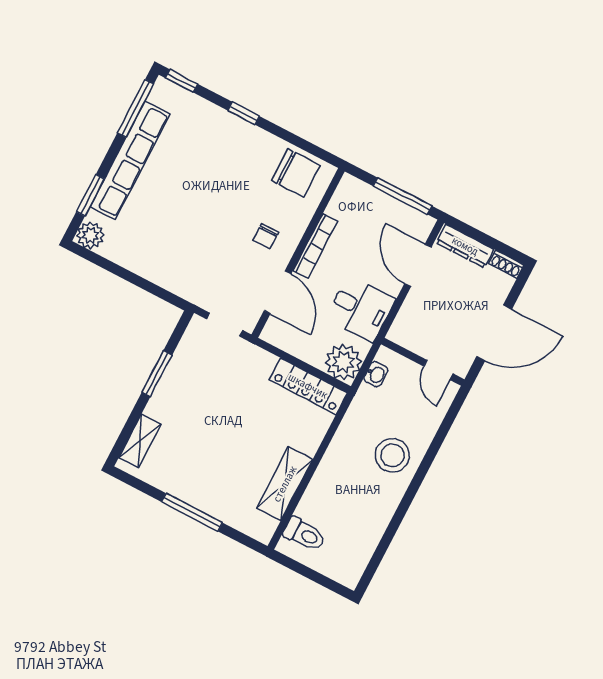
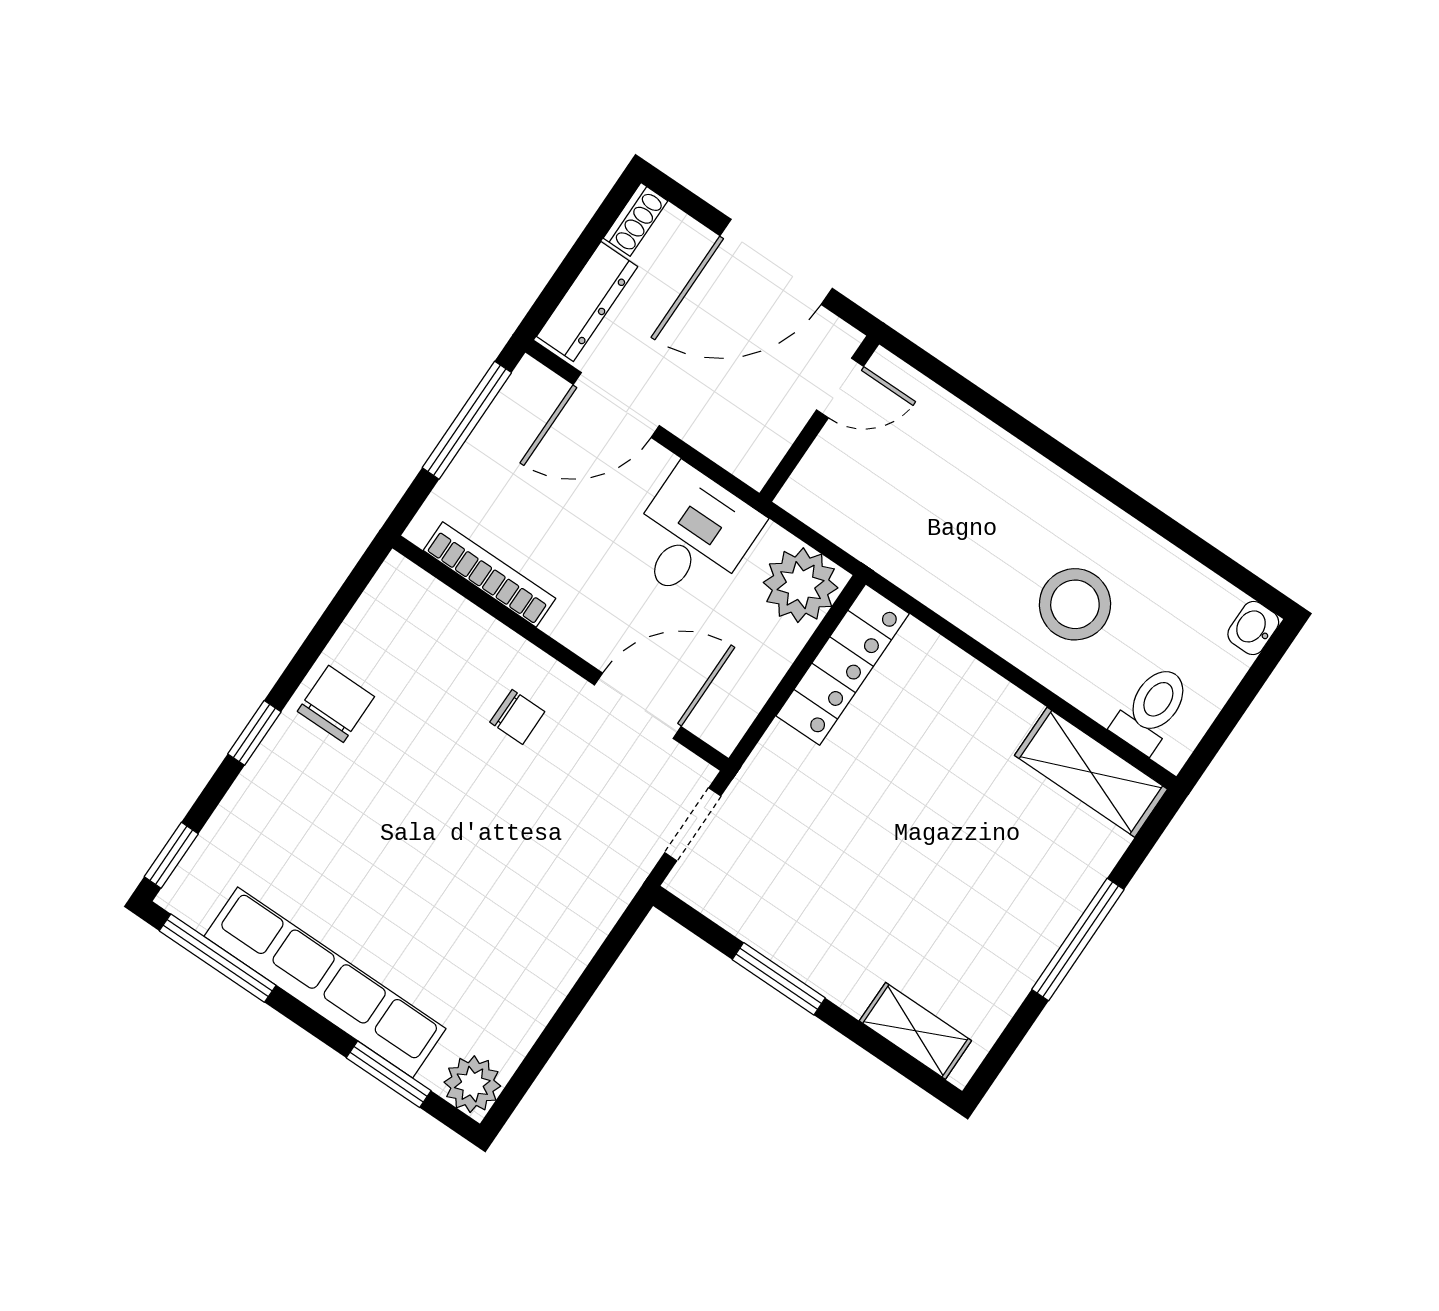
chair: (296, 173) -> (336, 704), moved, width x0.73, depth x0.73
bookcase: (315, 246) -> (489, 574), moved
door: (494, 333) -> (776, 262), swing flipped
washbasin: (376, 374) -> (1253, 628), moved, turned -90
stool: (392, 455) -> (1075, 604), moved
shelving: (285, 484) -> (1091, 772), moved

